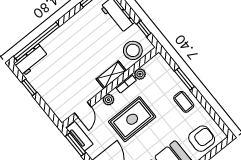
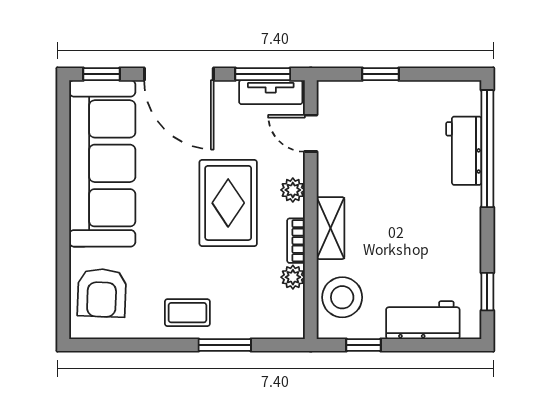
workbench: (31, 60) -> (464, 151), moved
window: (29, 87) -> (380, 74), moved

